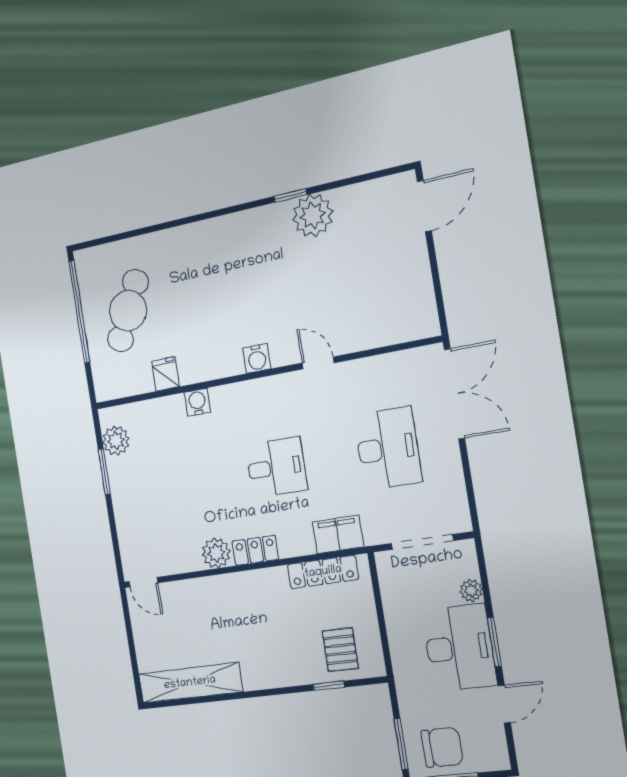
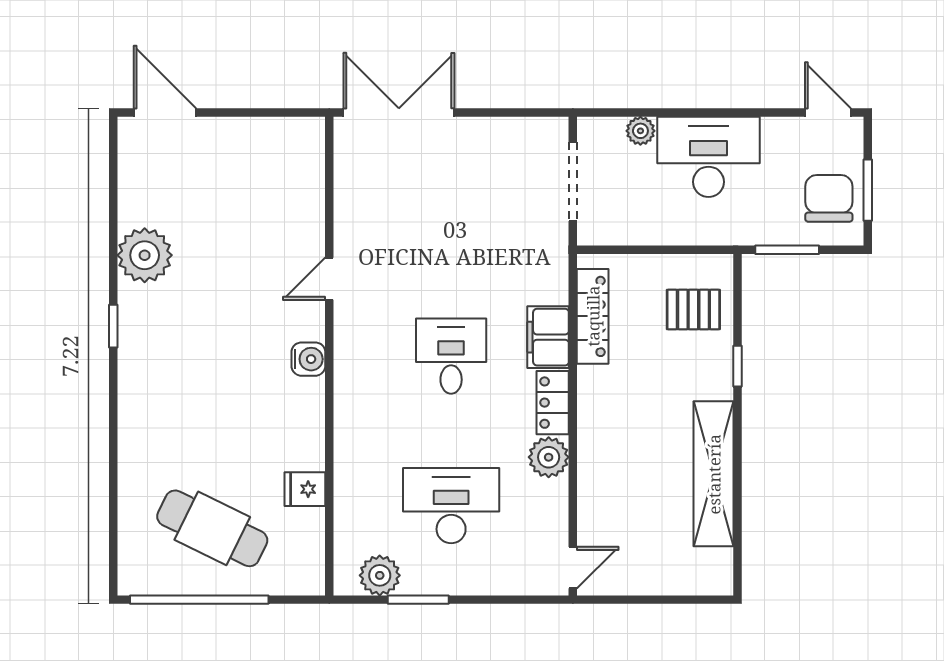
window: (290, 195) -> (113, 326), moved
water cooler: (197, 402) -> (350, 450), removed
desk: (388, 448) -> (451, 506), moved
filing cabinet: (338, 534) -> (548, 337), moved
window: (494, 642) -> (706, 113), removed
shelving: (190, 683) -> (714, 474), moved
window: (329, 686) -> (737, 366), moved
door: (504, 704) -> (828, 113), moved
window: (401, 744) -> (787, 250), moved

